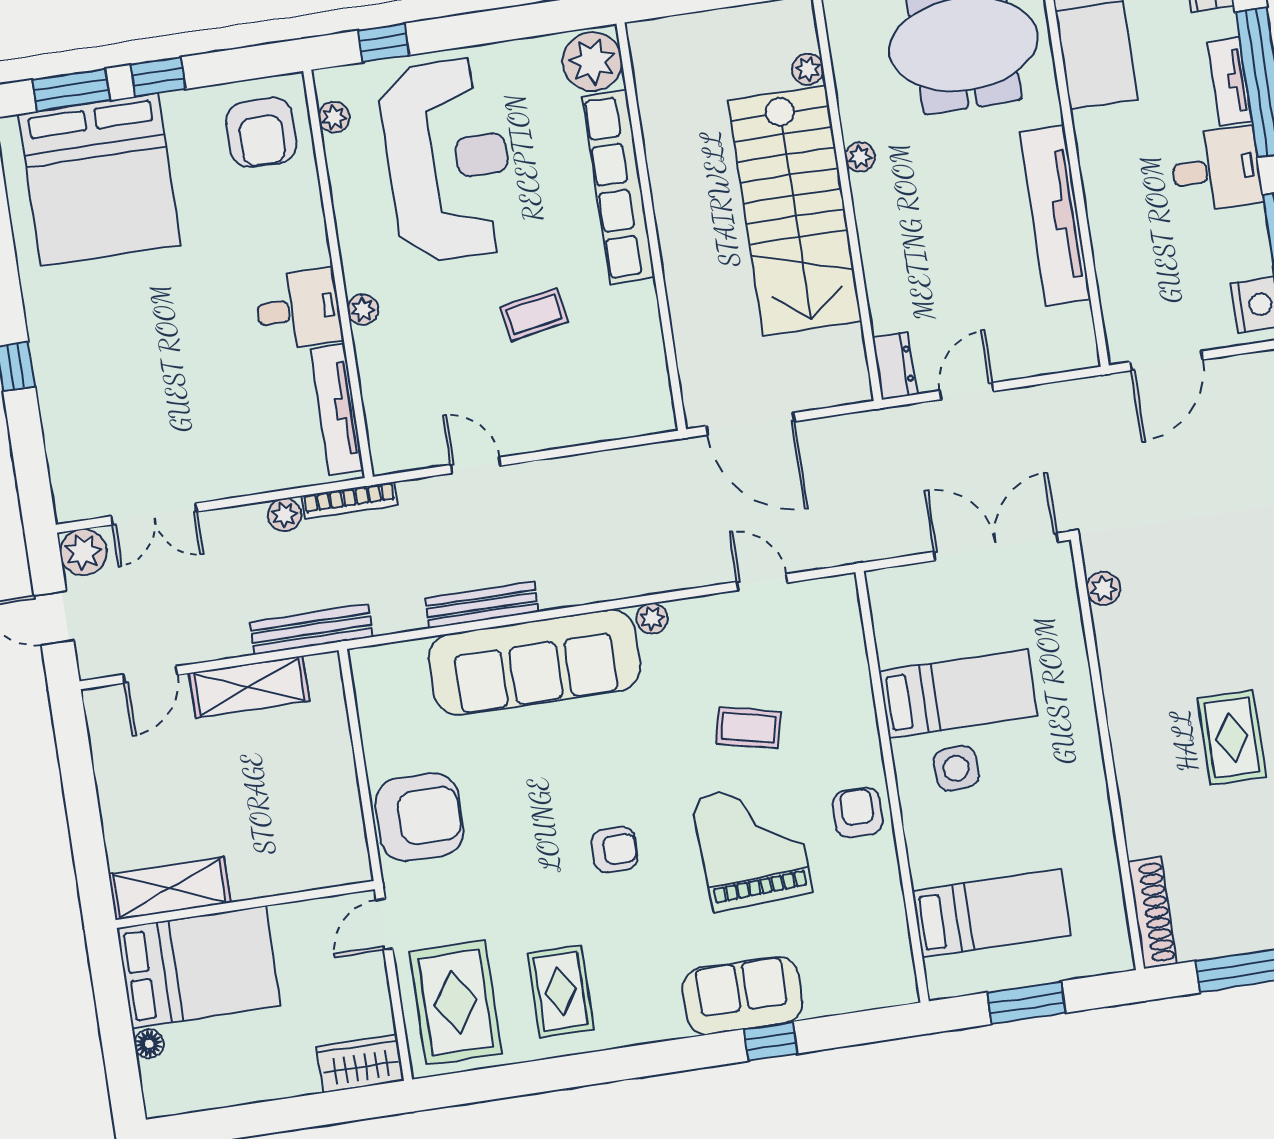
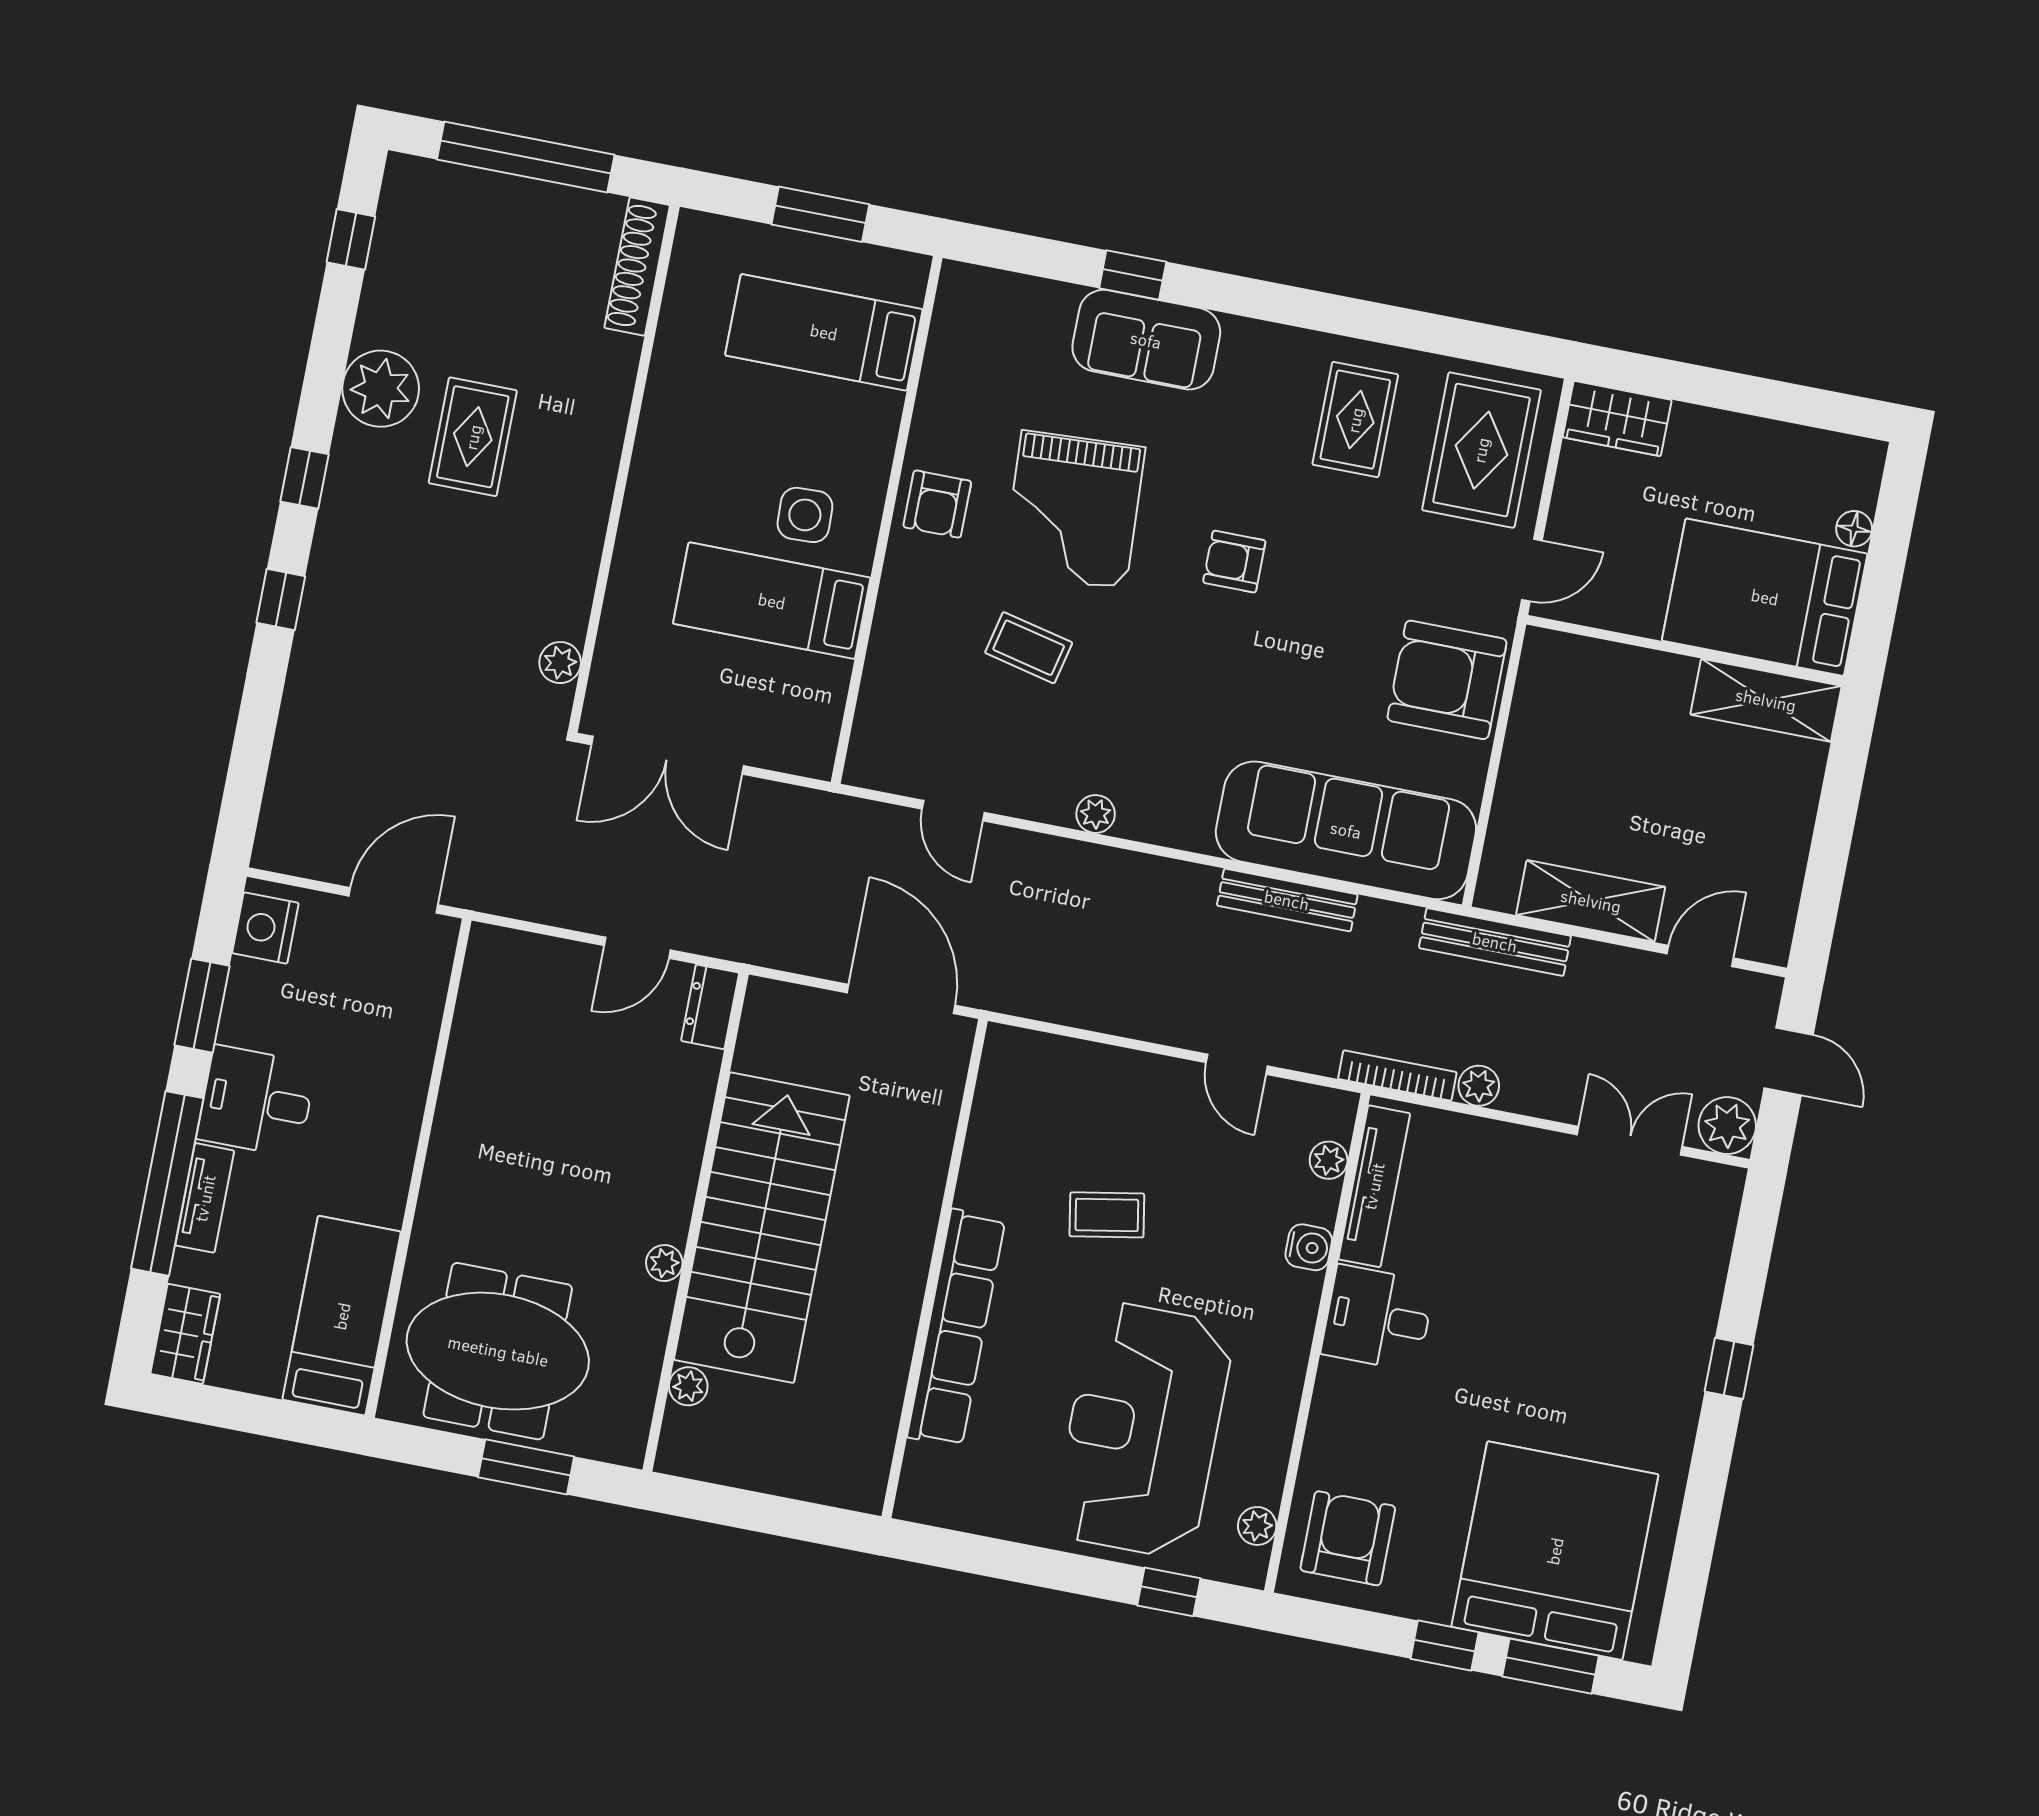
plant: (592, 62) -> (935, 1484), removed
tv unit: (1055, 216) -> (462, 1114), removed
plant: (363, 309) -> (1329, 1160), moved
water cooler: (371, 345) -> (1309, 1247), added
sofa: (535, 662) -> (1346, 830), moved

